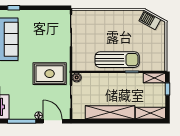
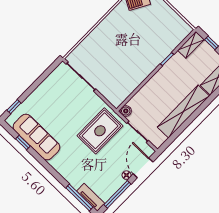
sun lounger: (117, 60) -> (144, 61), removed
door: (53, 121) -> (143, 168), hinge flipped

